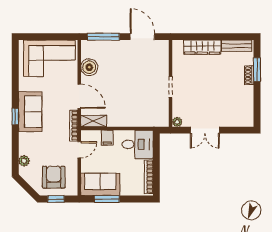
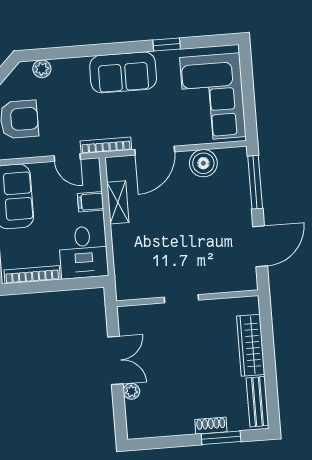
window: (15, 117) -> (167, 44), moved
shelving: (94, 121) -> (118, 202), moved
plant: (177, 122) -> (131, 391), moved
double door: (205, 130) -> (115, 360), swing flipped

